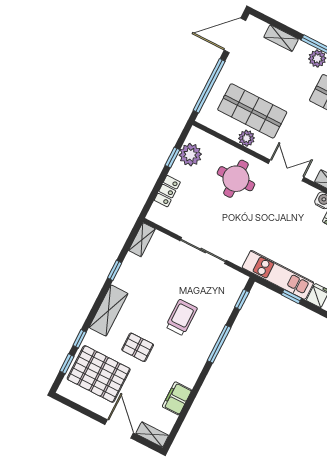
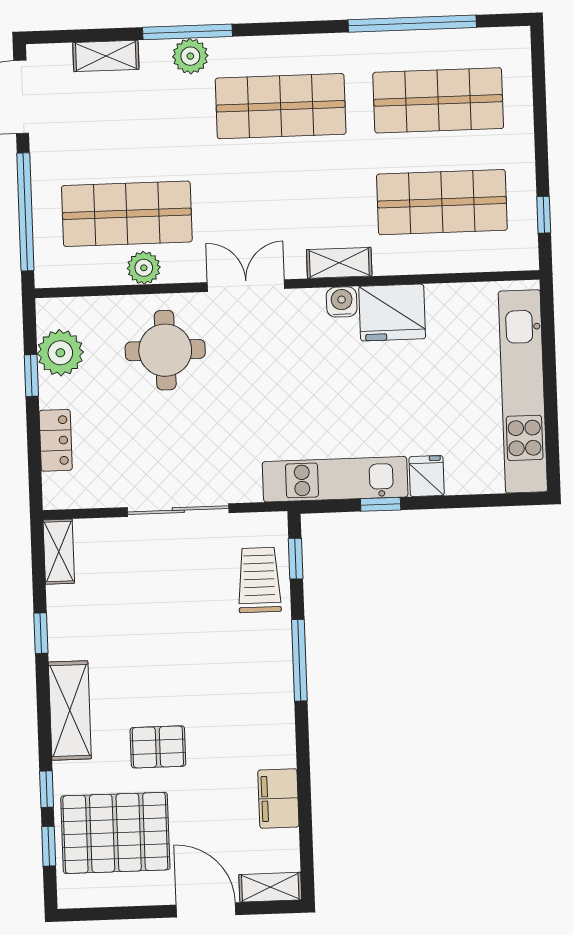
trolley: (181, 317) -> (259, 580), moved

